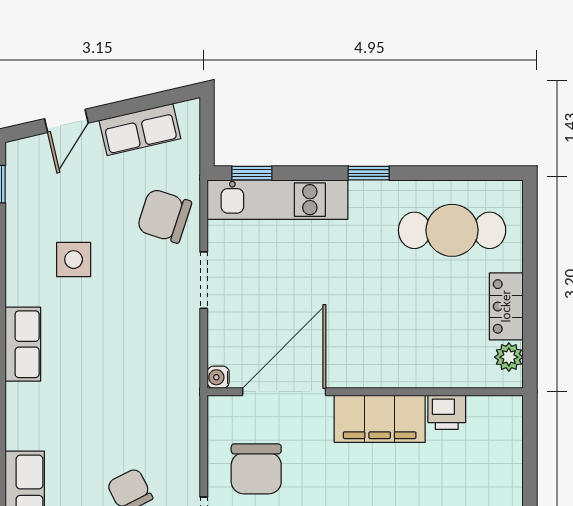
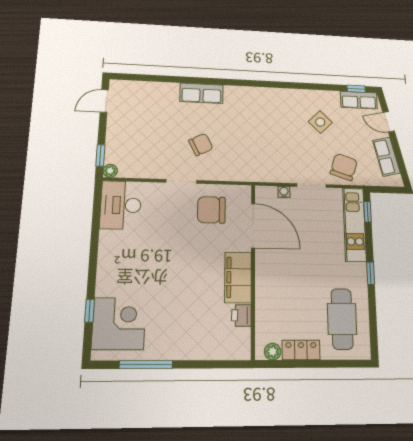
side table: (74, 260) -> (320, 122), turned 45
row of seats: (23, 344) -> (359, 100), moved
water cooler: (218, 377) -> (284, 192), moved

